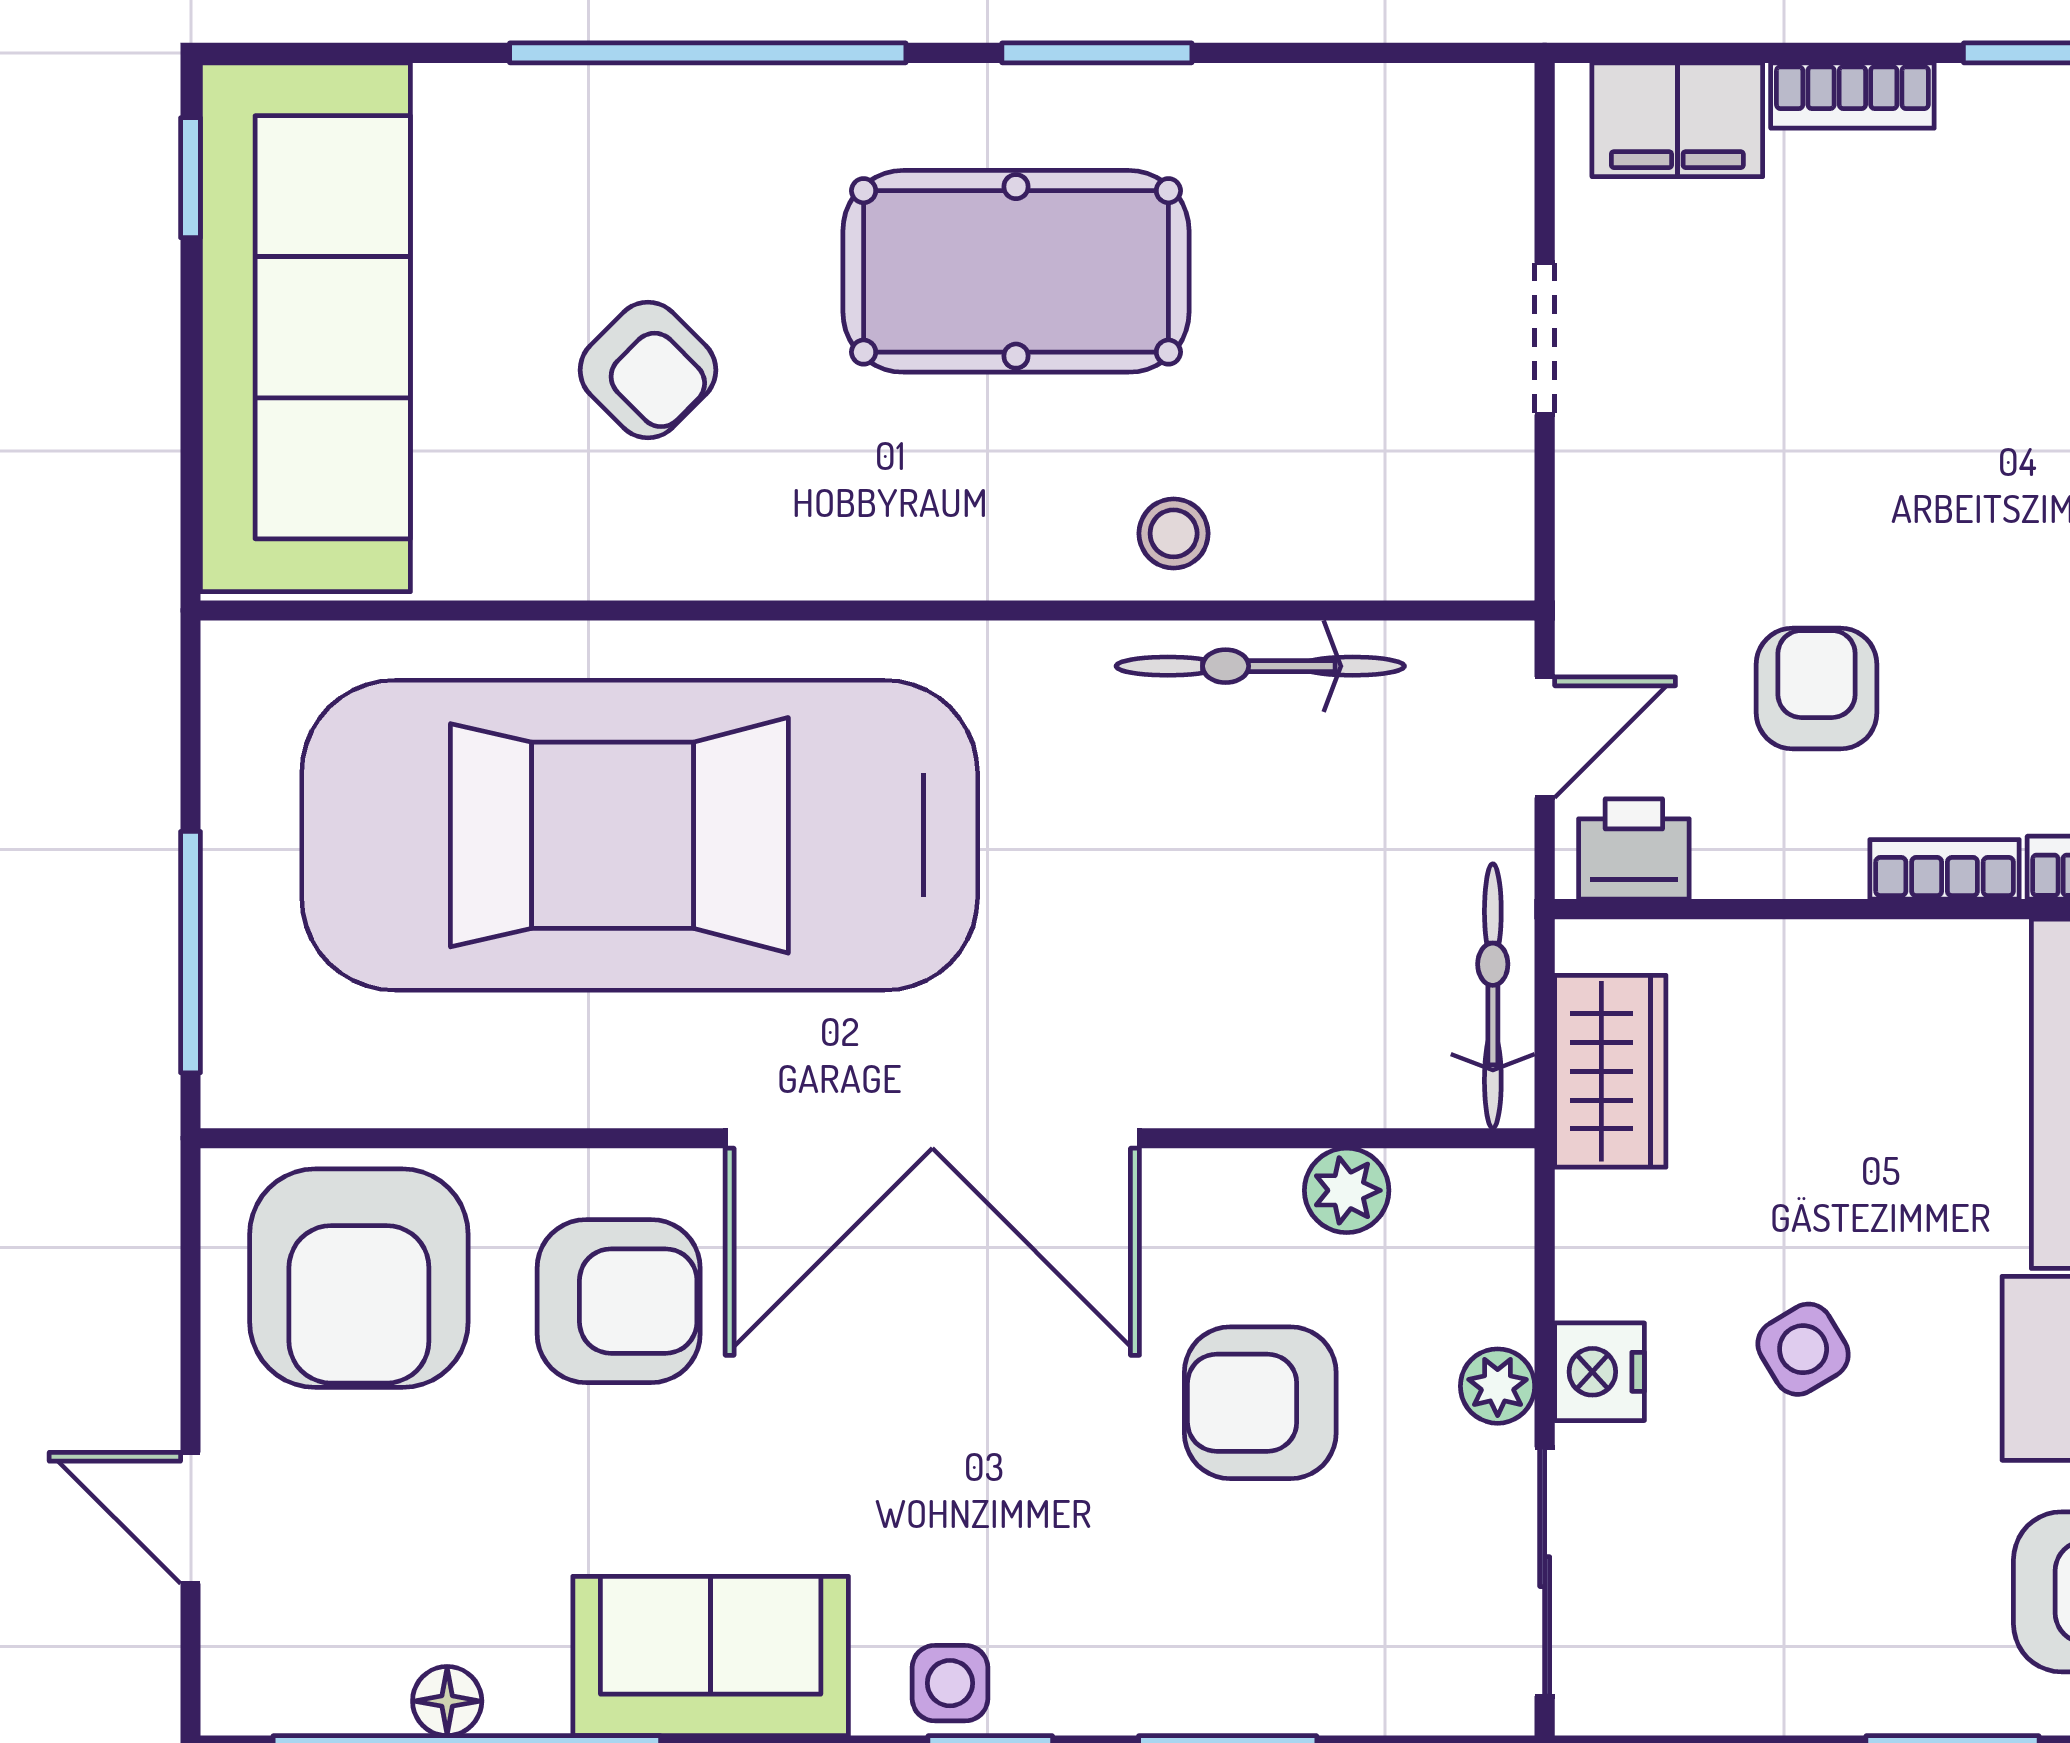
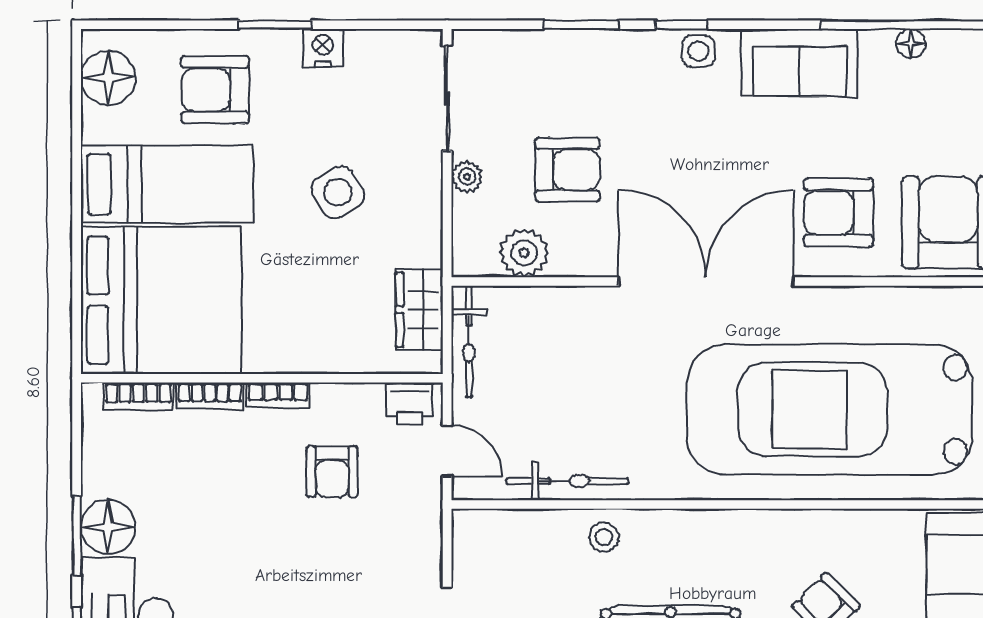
door: (1545, 737) -> (447, 451), swing flipped
car: (640, 835) -> (830, 410), turned 180
plant: (1347, 1190) -> (524, 253), width x1.38, depth x1.38
side table: (1803, 1349) -> (338, 192), width x1.37, depth x1.37
nightstand: (1600, 1372) -> (323, 48), moved, turned -90

